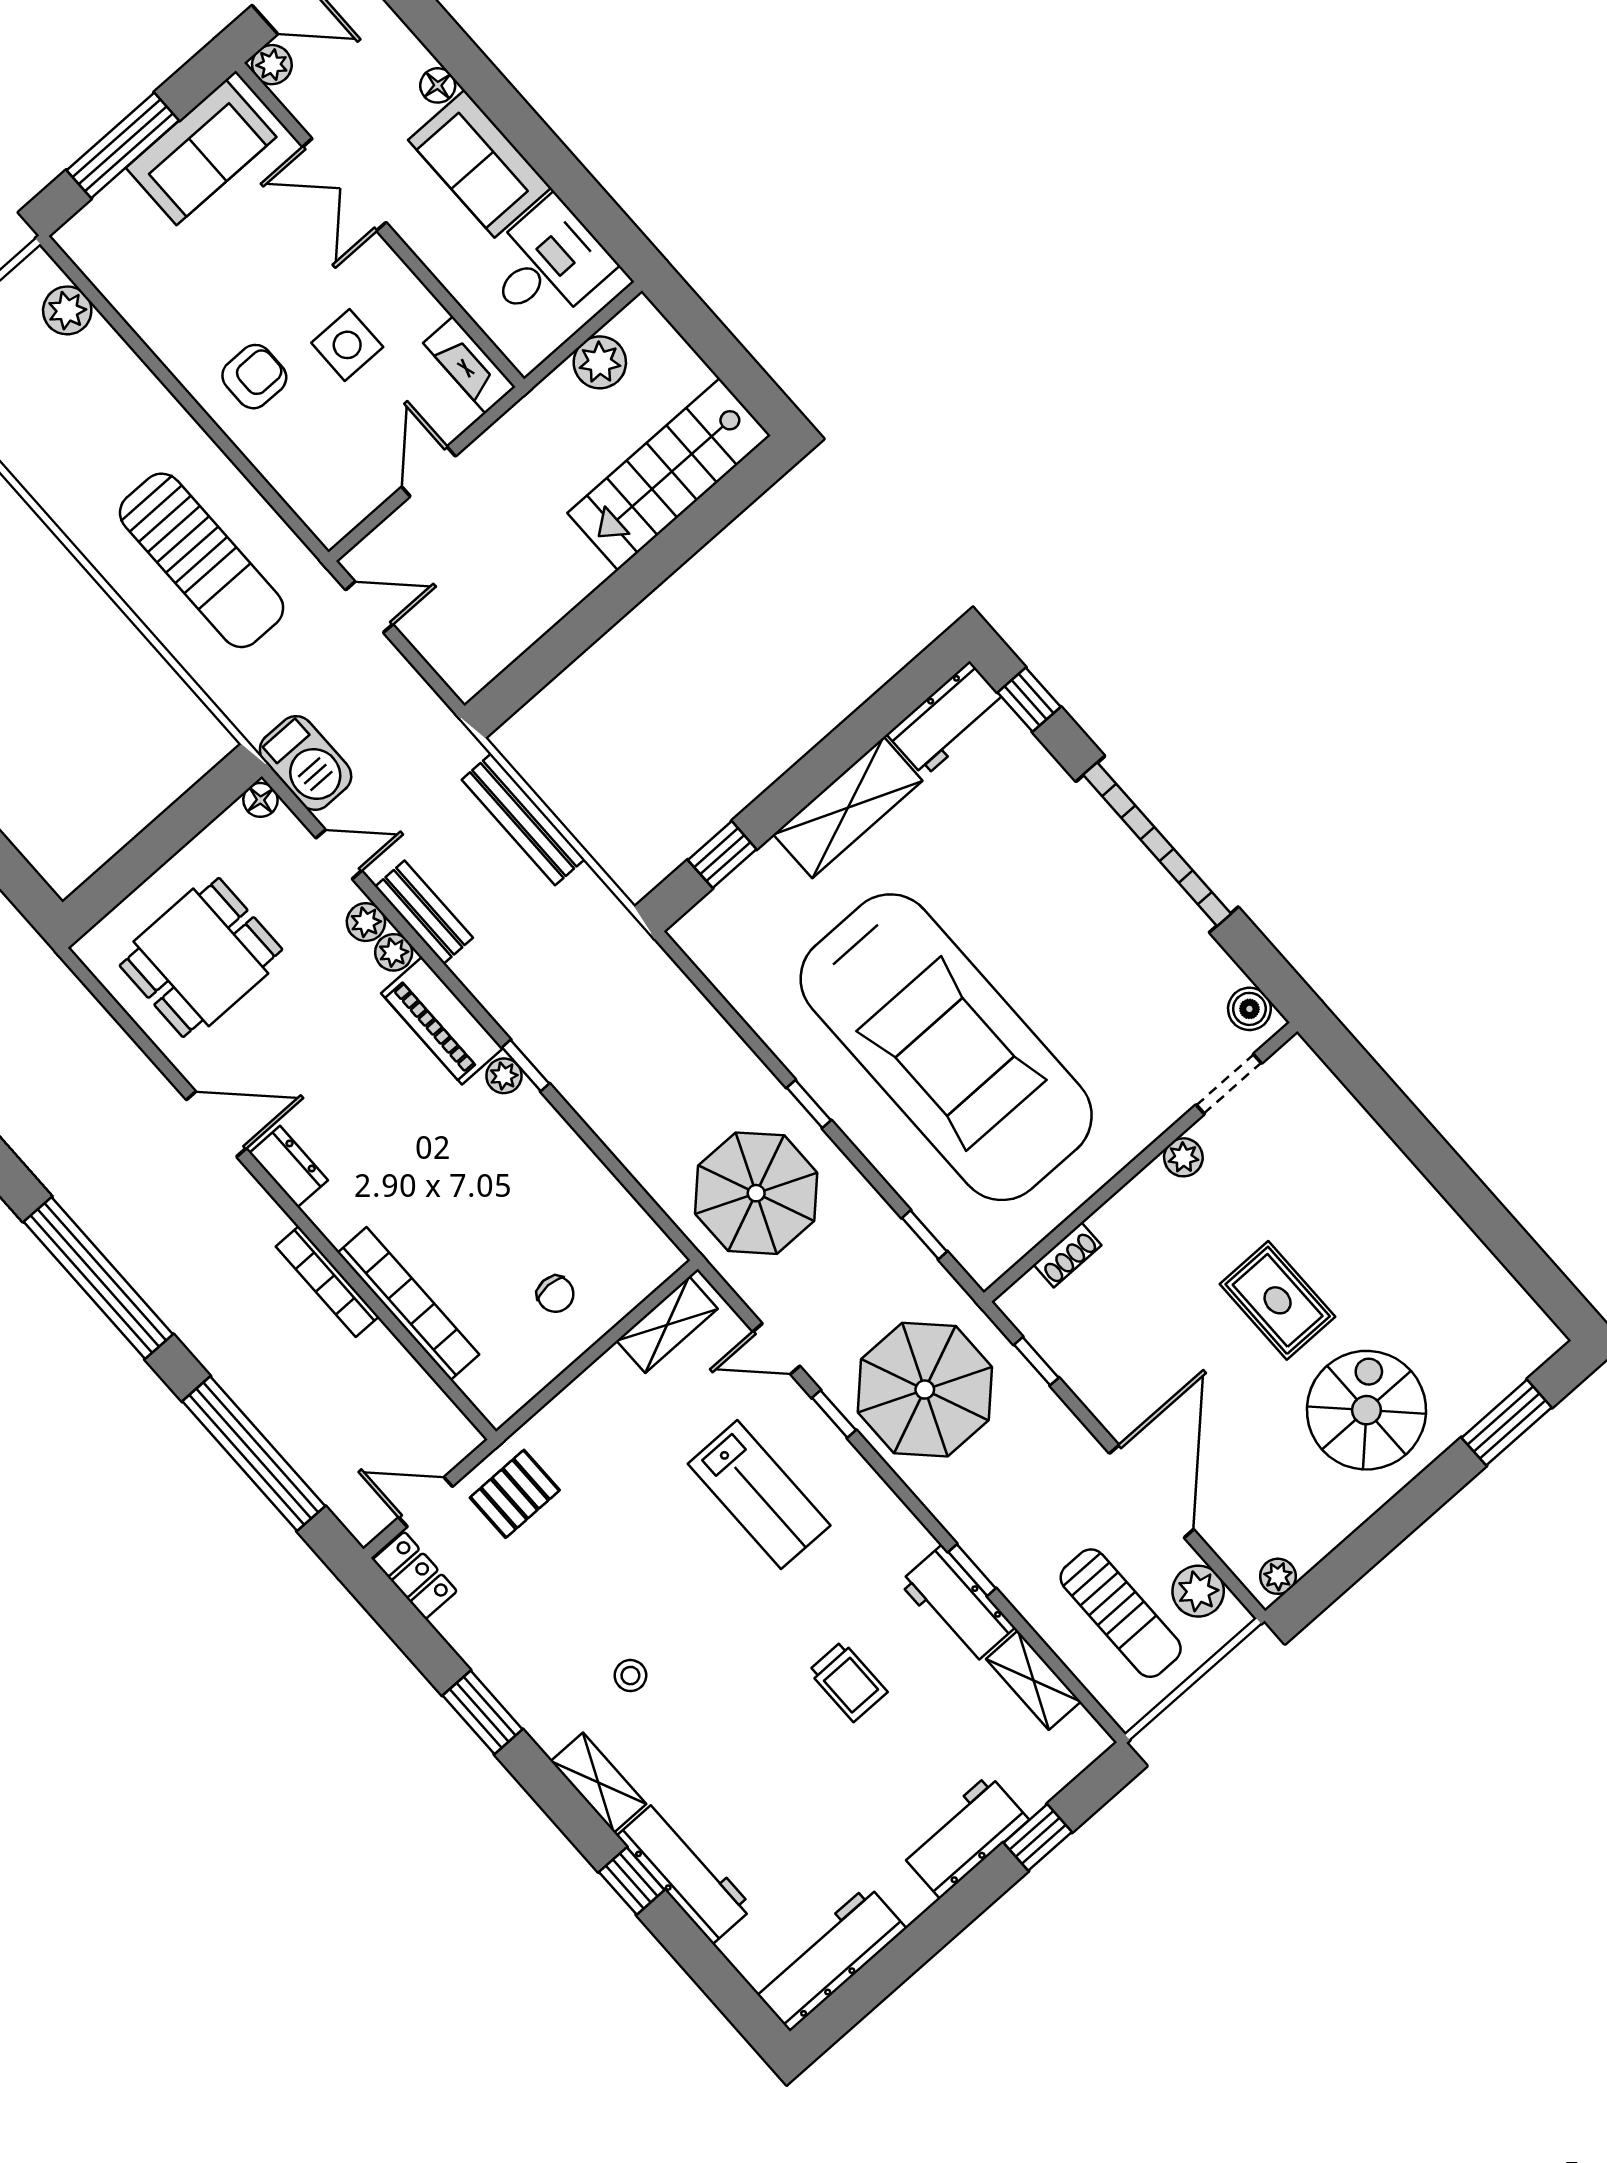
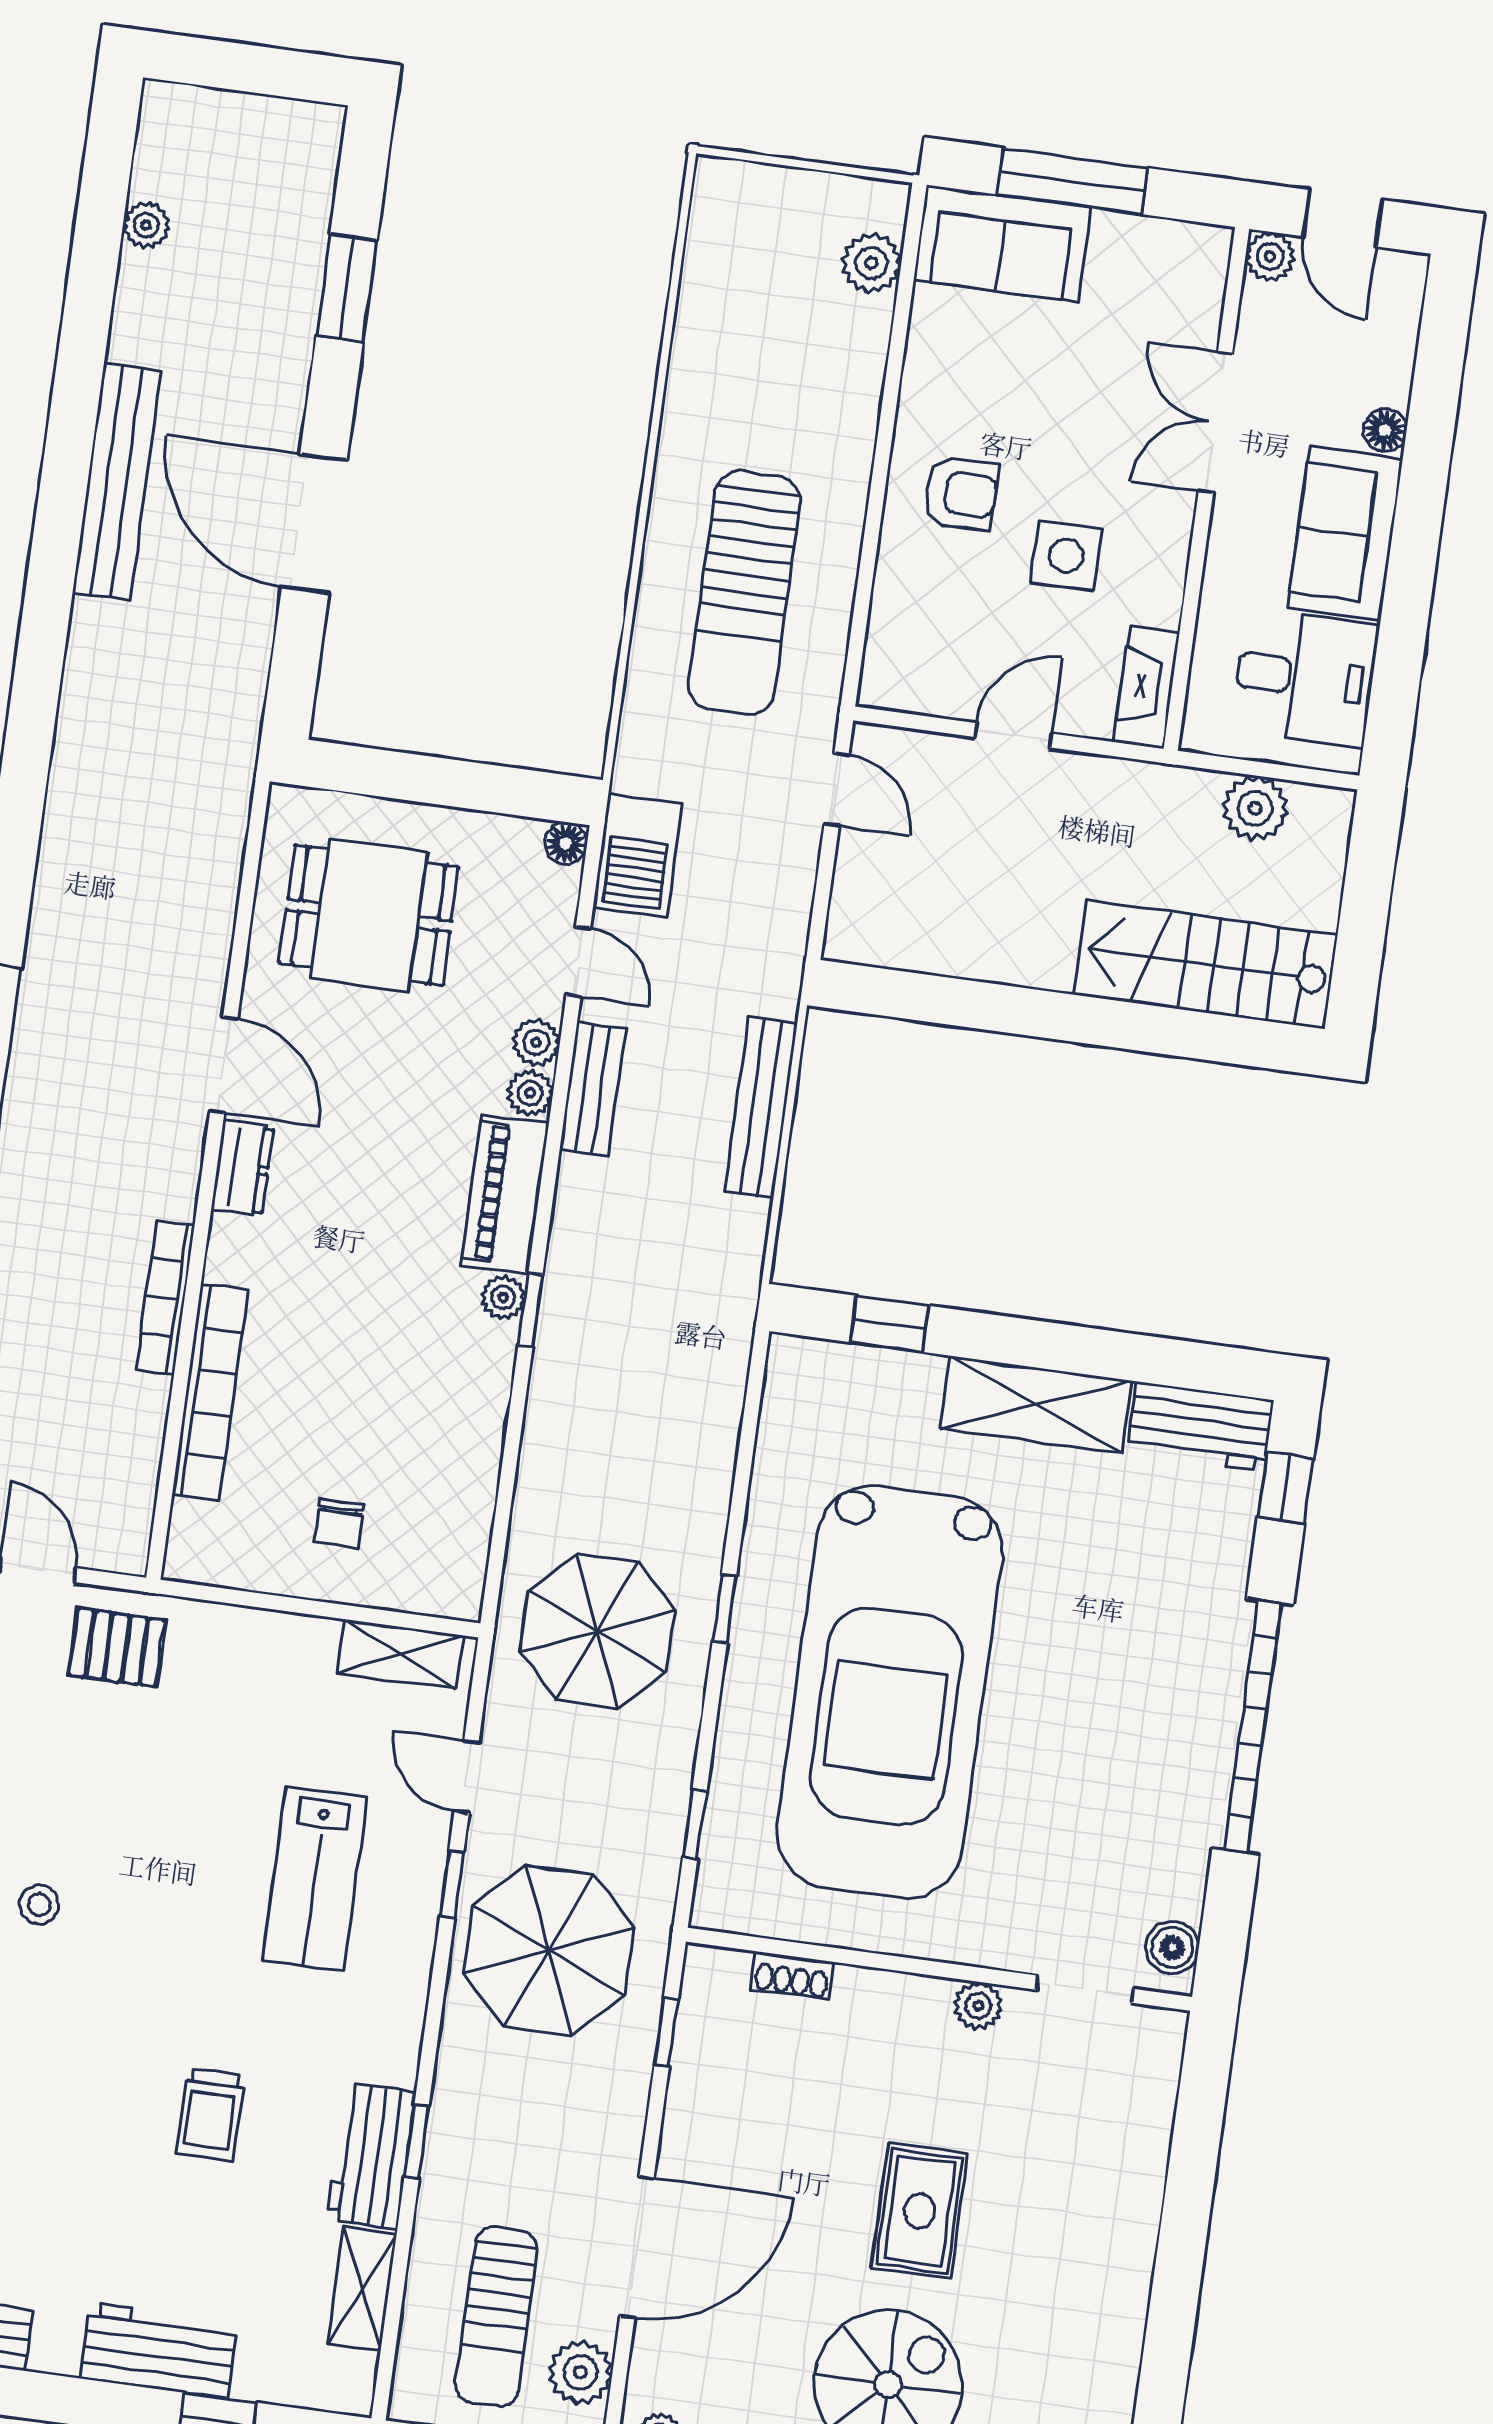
sofa: (201, 152) -> (1002, 244), moved

